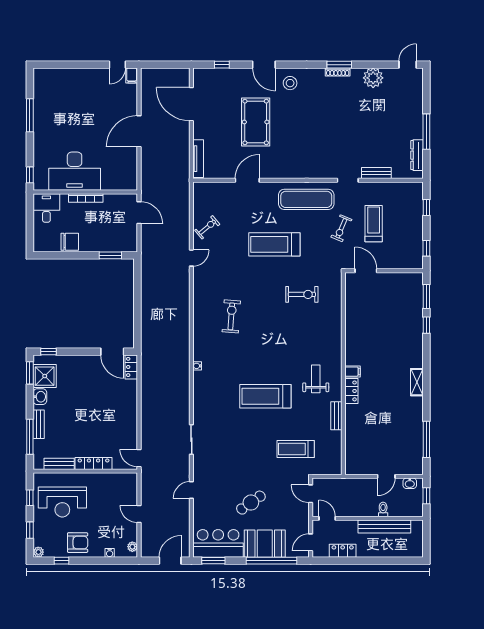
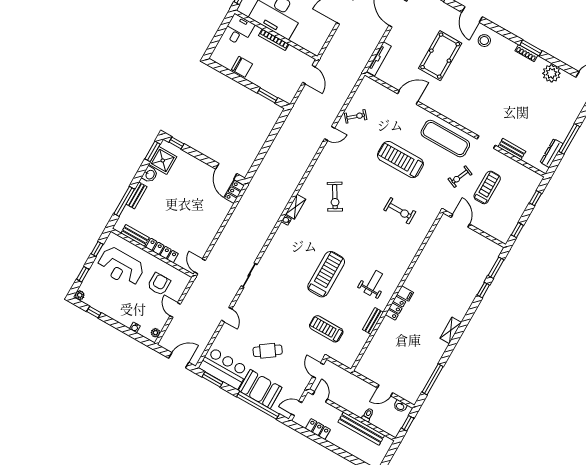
exercise bike: (231, 316) -> (335, 197), turned 145
shelving: (199, 348) -> (296, 207), added
treadmill: (265, 396) -> (326, 274), turned 90
door: (191, 490) -> (227, 315), swing flipped
armchair: (78, 543) -> (159, 284), moved, turned -90

